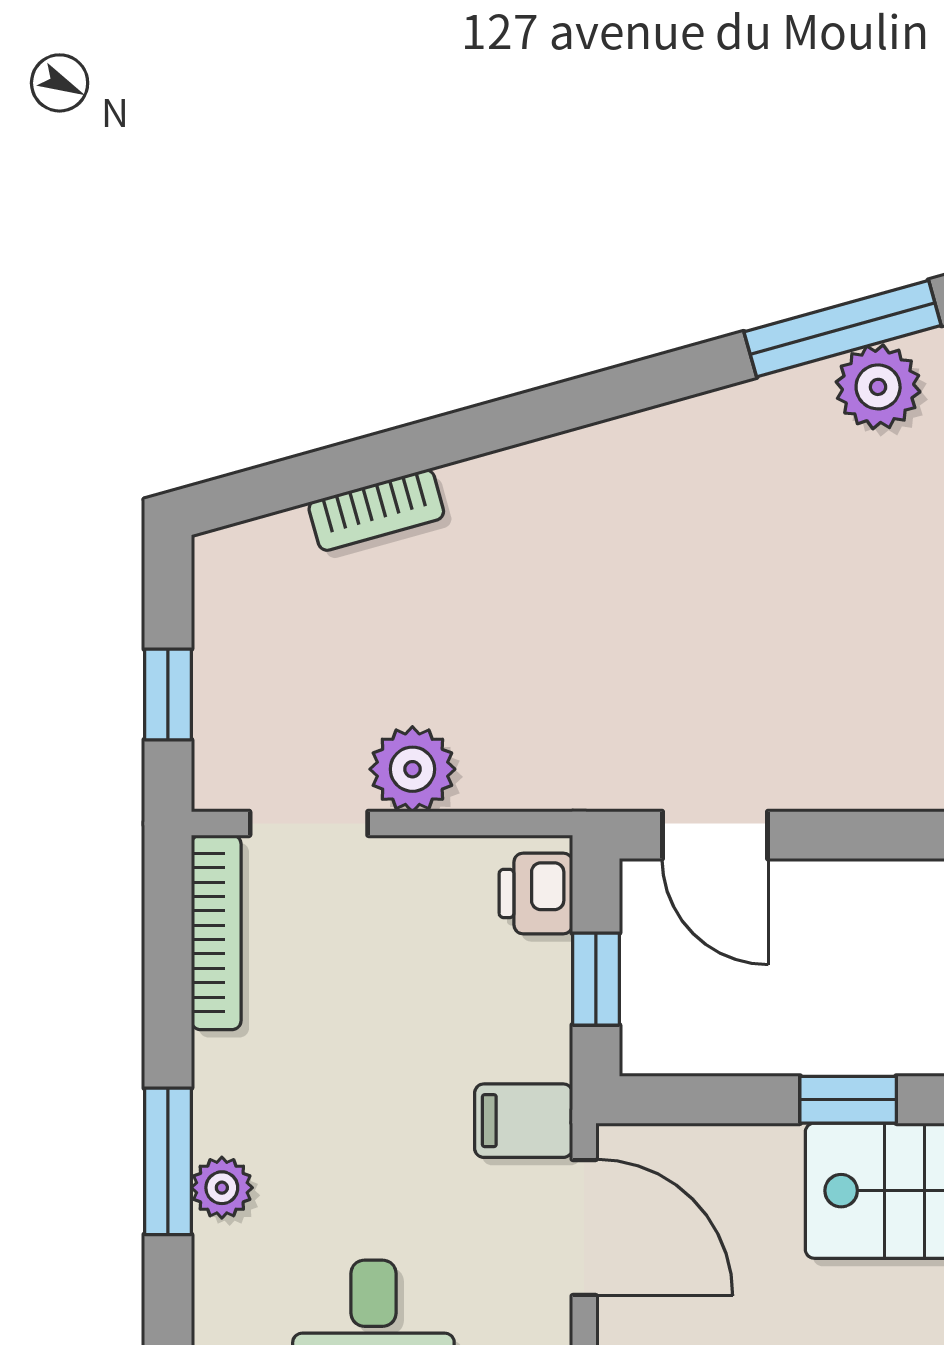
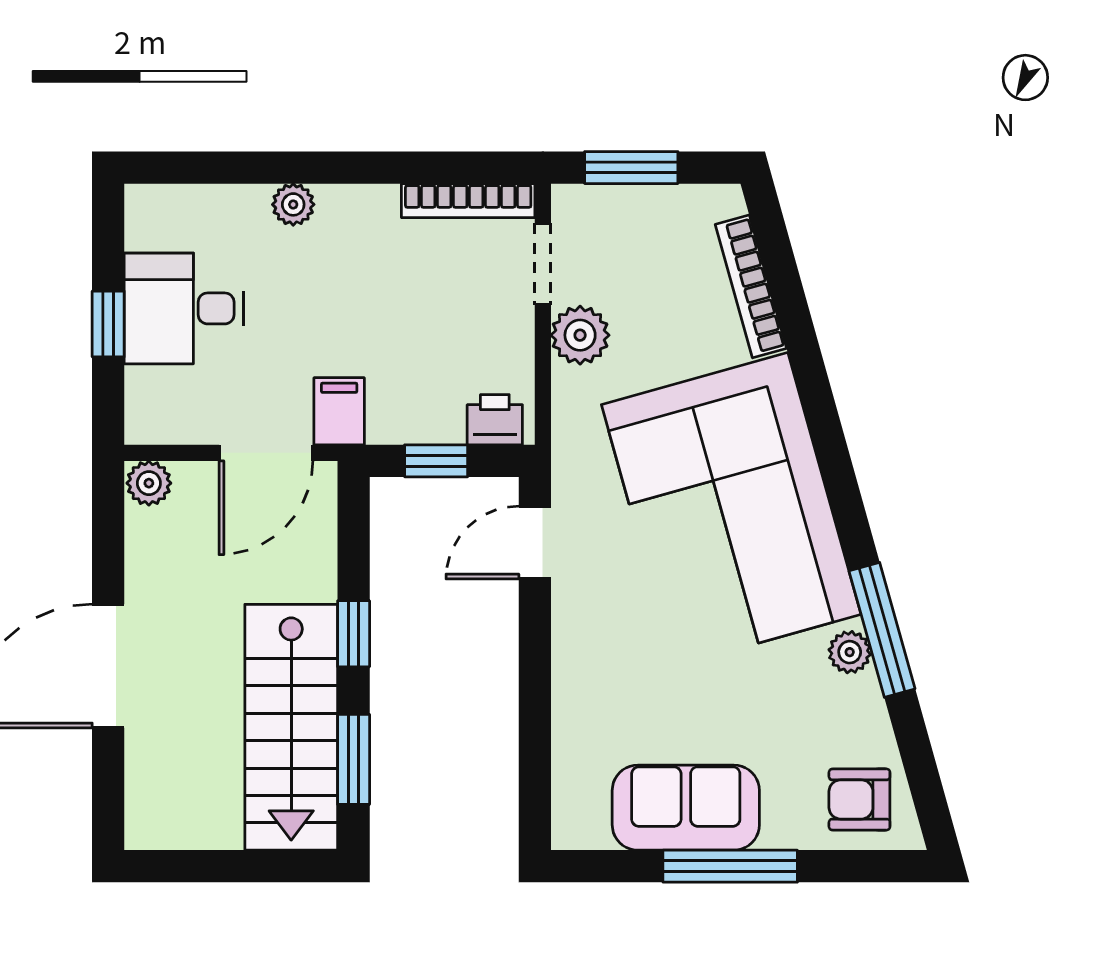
plant: (878, 387) -> (850, 652), width x0.73, depth x0.73
bookcase: (376, 510) -> (751, 286), width x1.56
corner sofa: (667, 549) -> (731, 509), added
window: (168, 694) -> (631, 168), width x1.50
window: (168, 1161) -> (311, 168), removed

